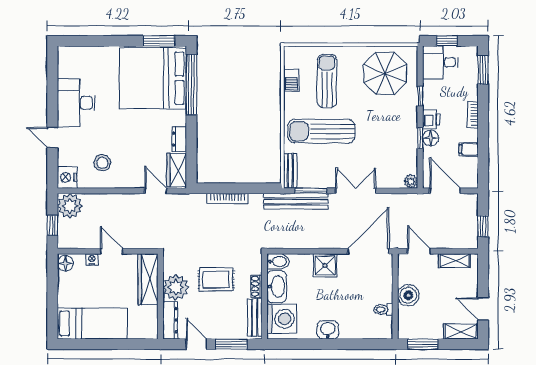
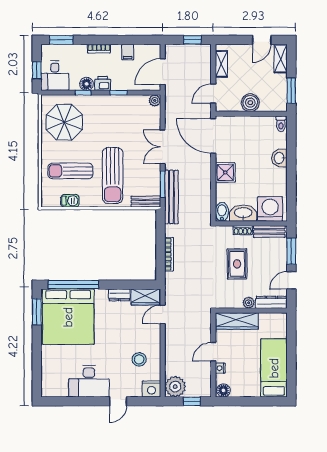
floor lamp: (431, 138) -> (87, 84), moved
plant: (176, 287) -> (249, 303), width x0.53, depth x0.53
toilet: (383, 309) -> (281, 124), moved
washbasin: (328, 330) -> (279, 158), moved

